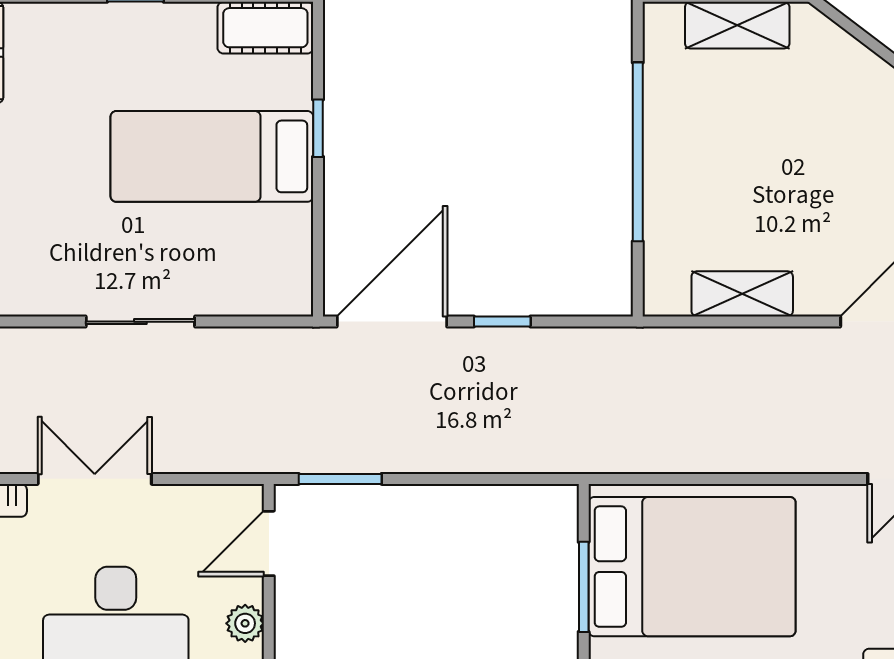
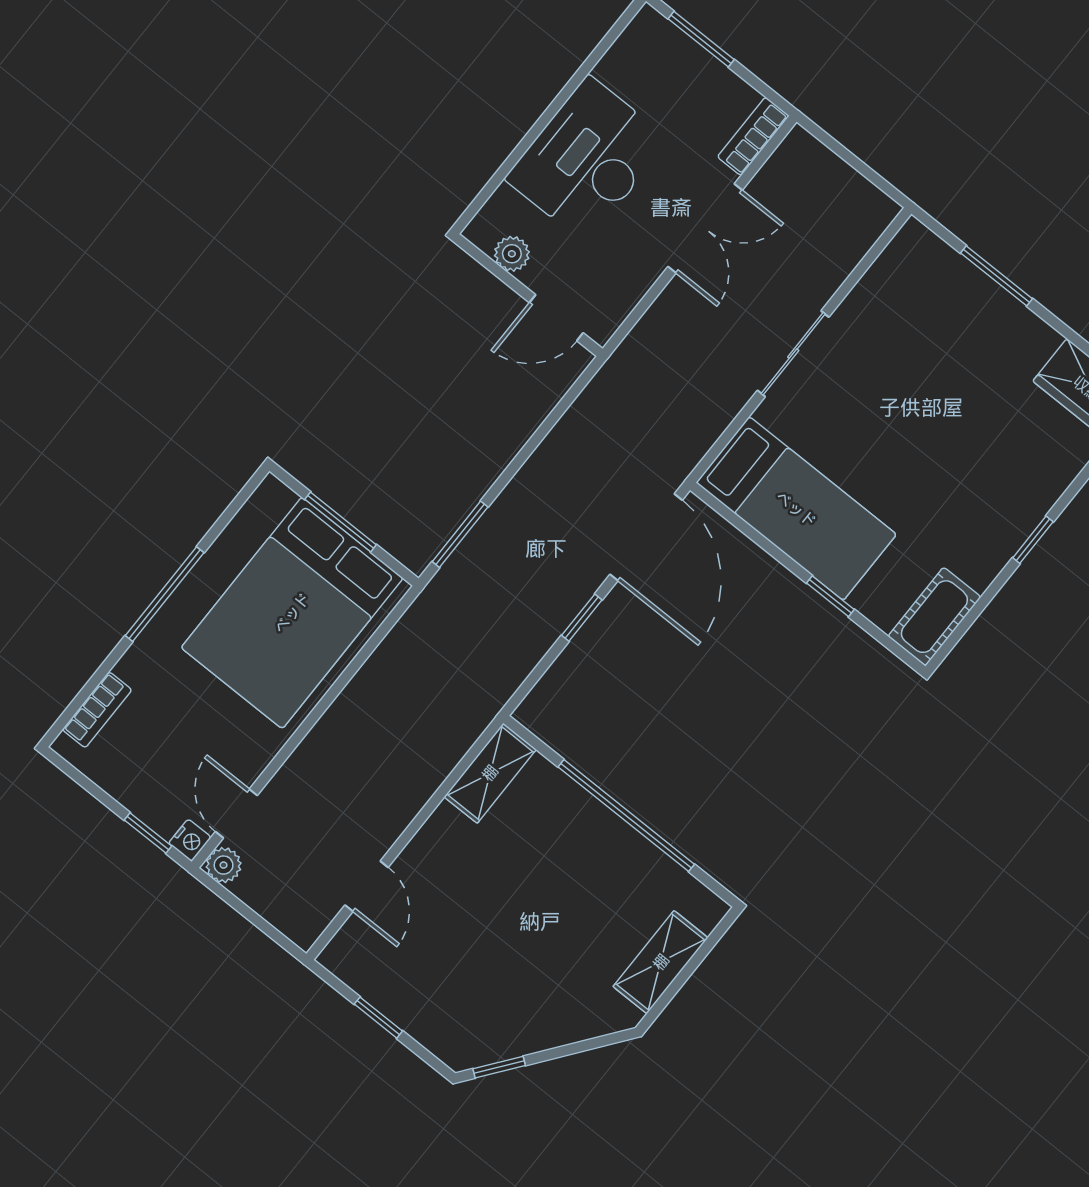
bed: (212, 156) -> (796, 509), moved, turned 90
shelving: (742, 294) -> (490, 773), moved
window: (340, 479) -> (460, 534), moved
door: (269, 543) -> (556, 318), swing flipped

